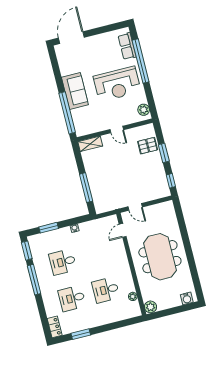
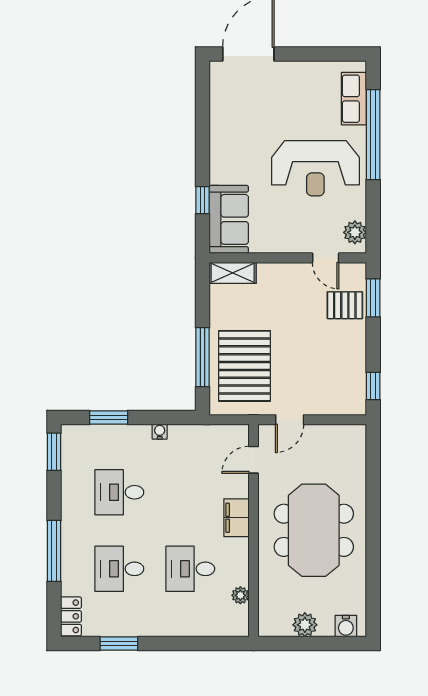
sofa: (75, 91) -> (229, 219), moved
window: (67, 113) -> (202, 200), width x0.32
door: (117, 130) -> (326, 258), moved
window: (164, 153) -> (373, 298), moved
pallet: (107, 187) -> (245, 366), added
door: (135, 207) -> (290, 420), hinge flipped
filing cabinet: (122, 260) -> (236, 518), added
window: (34, 280) -> (54, 551), moved
plant: (151, 307) -> (305, 625), moved

